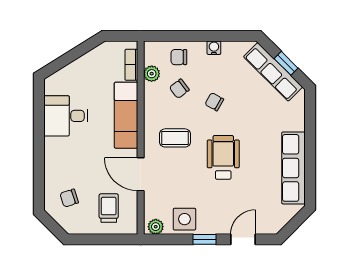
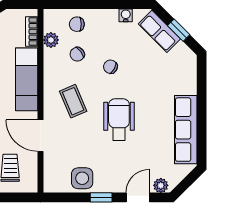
water cooler: (214, 48) -> (126, 15), moved
row of seats: (273, 72) -> (159, 31), width x0.68
coffee table: (175, 138) -> (73, 101), turned 67
plant: (156, 227) -> (161, 185), moved

